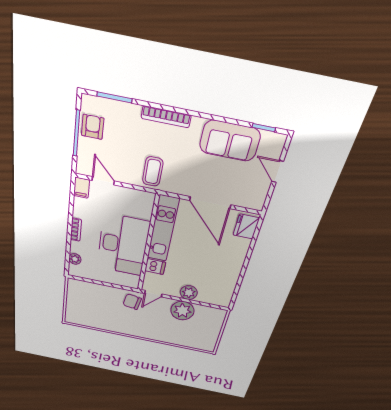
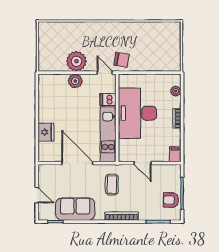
armchair: (93, 127) -> (171, 200), turned 90
coffee table: (153, 172) -> (112, 185), moved
door: (103, 181) -> (143, 163), moved
fridge: (246, 226) -> (46, 132), moved
door: (153, 294) -> (105, 73), hinge flipped

